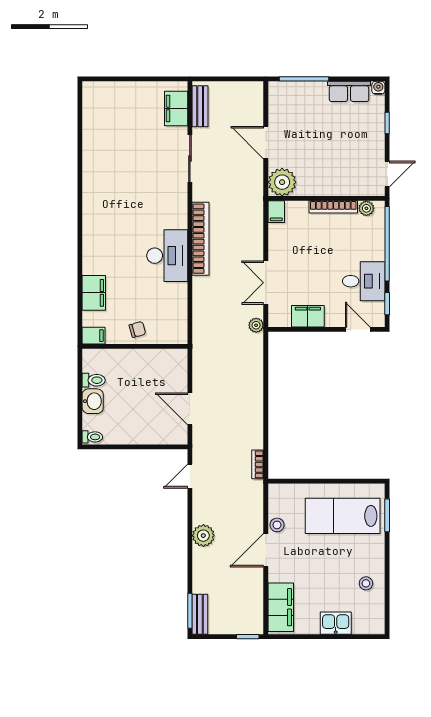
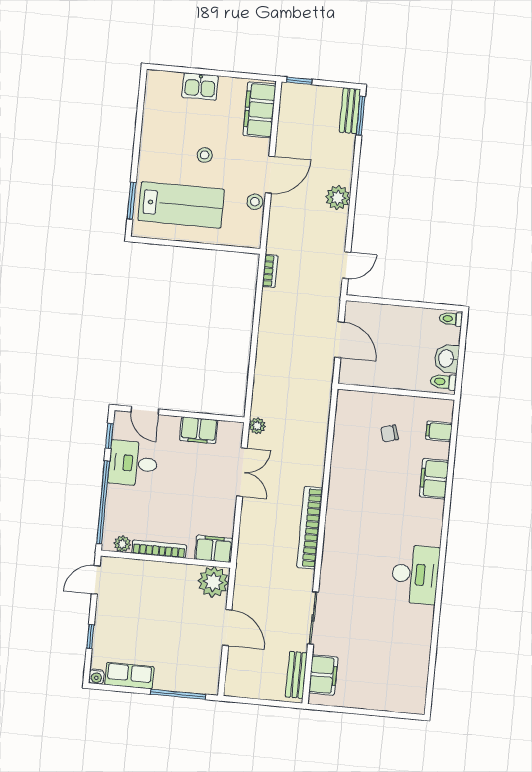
filing cabinet: (276, 212) -> (214, 549), width x2.00
desk: (167, 256) -> (415, 574), moved, turned 180
wall: (135, 346) -> (396, 392), moved
stool: (366, 583) -> (205, 155), moved

